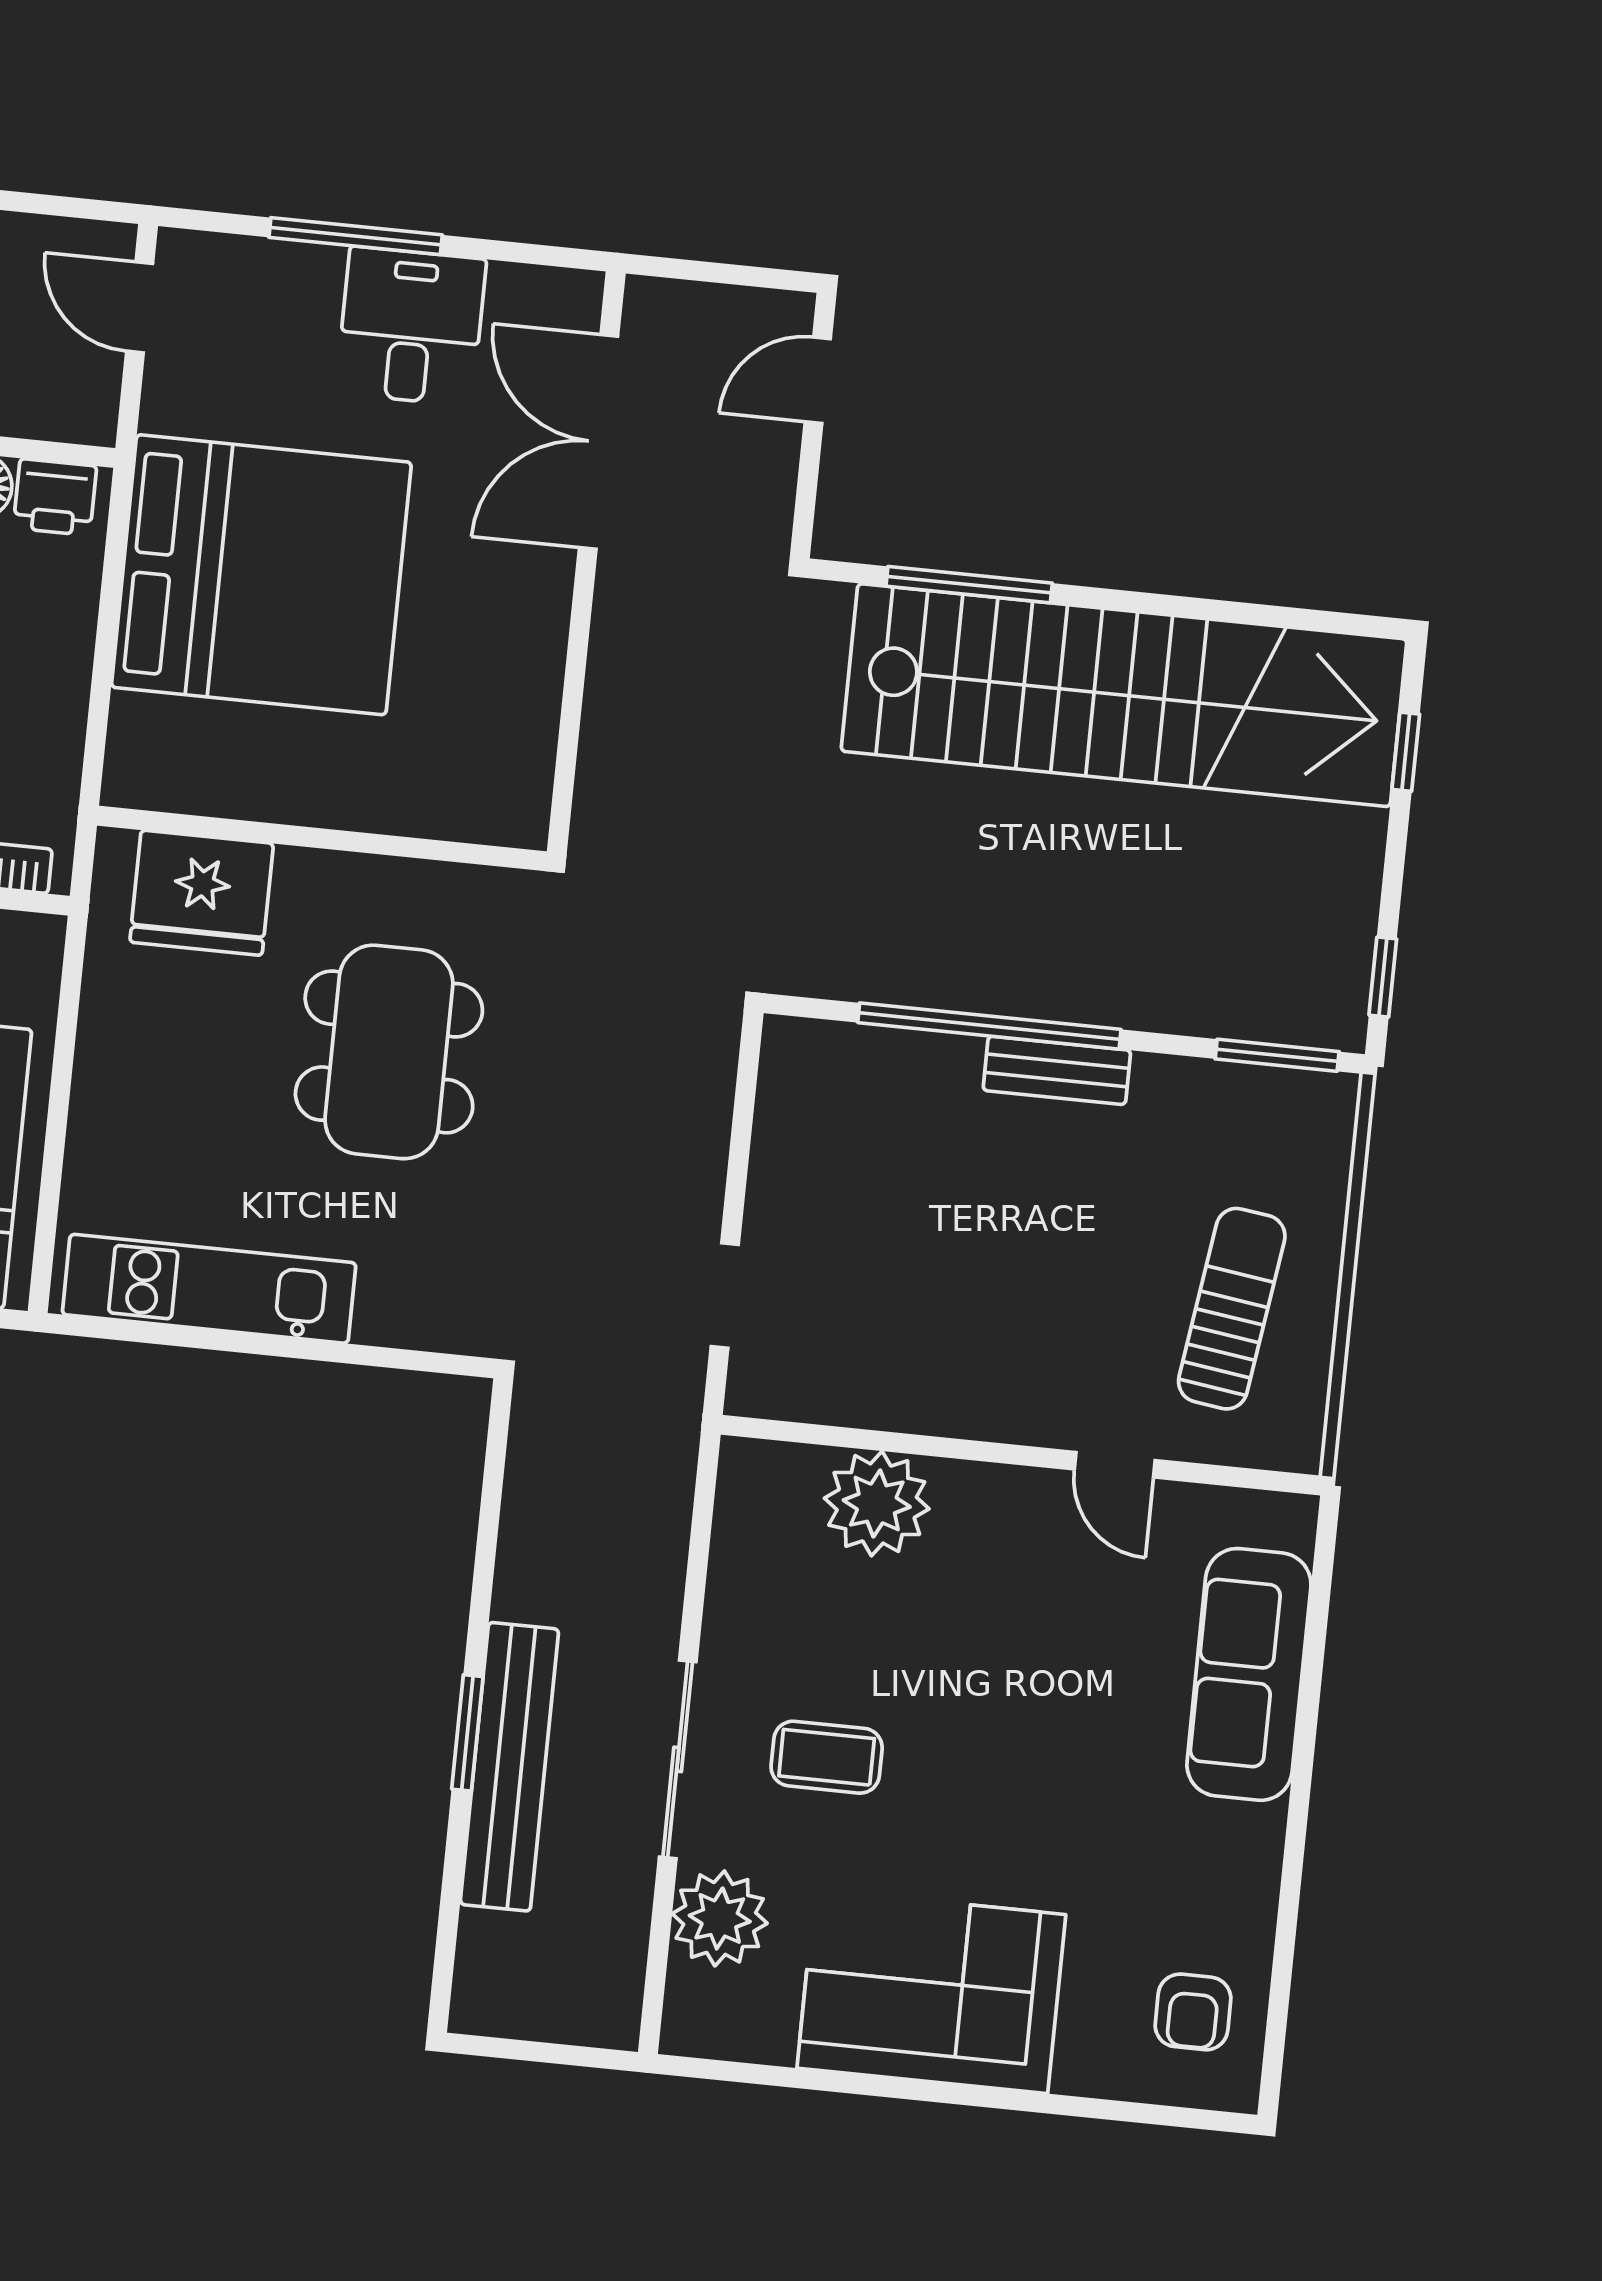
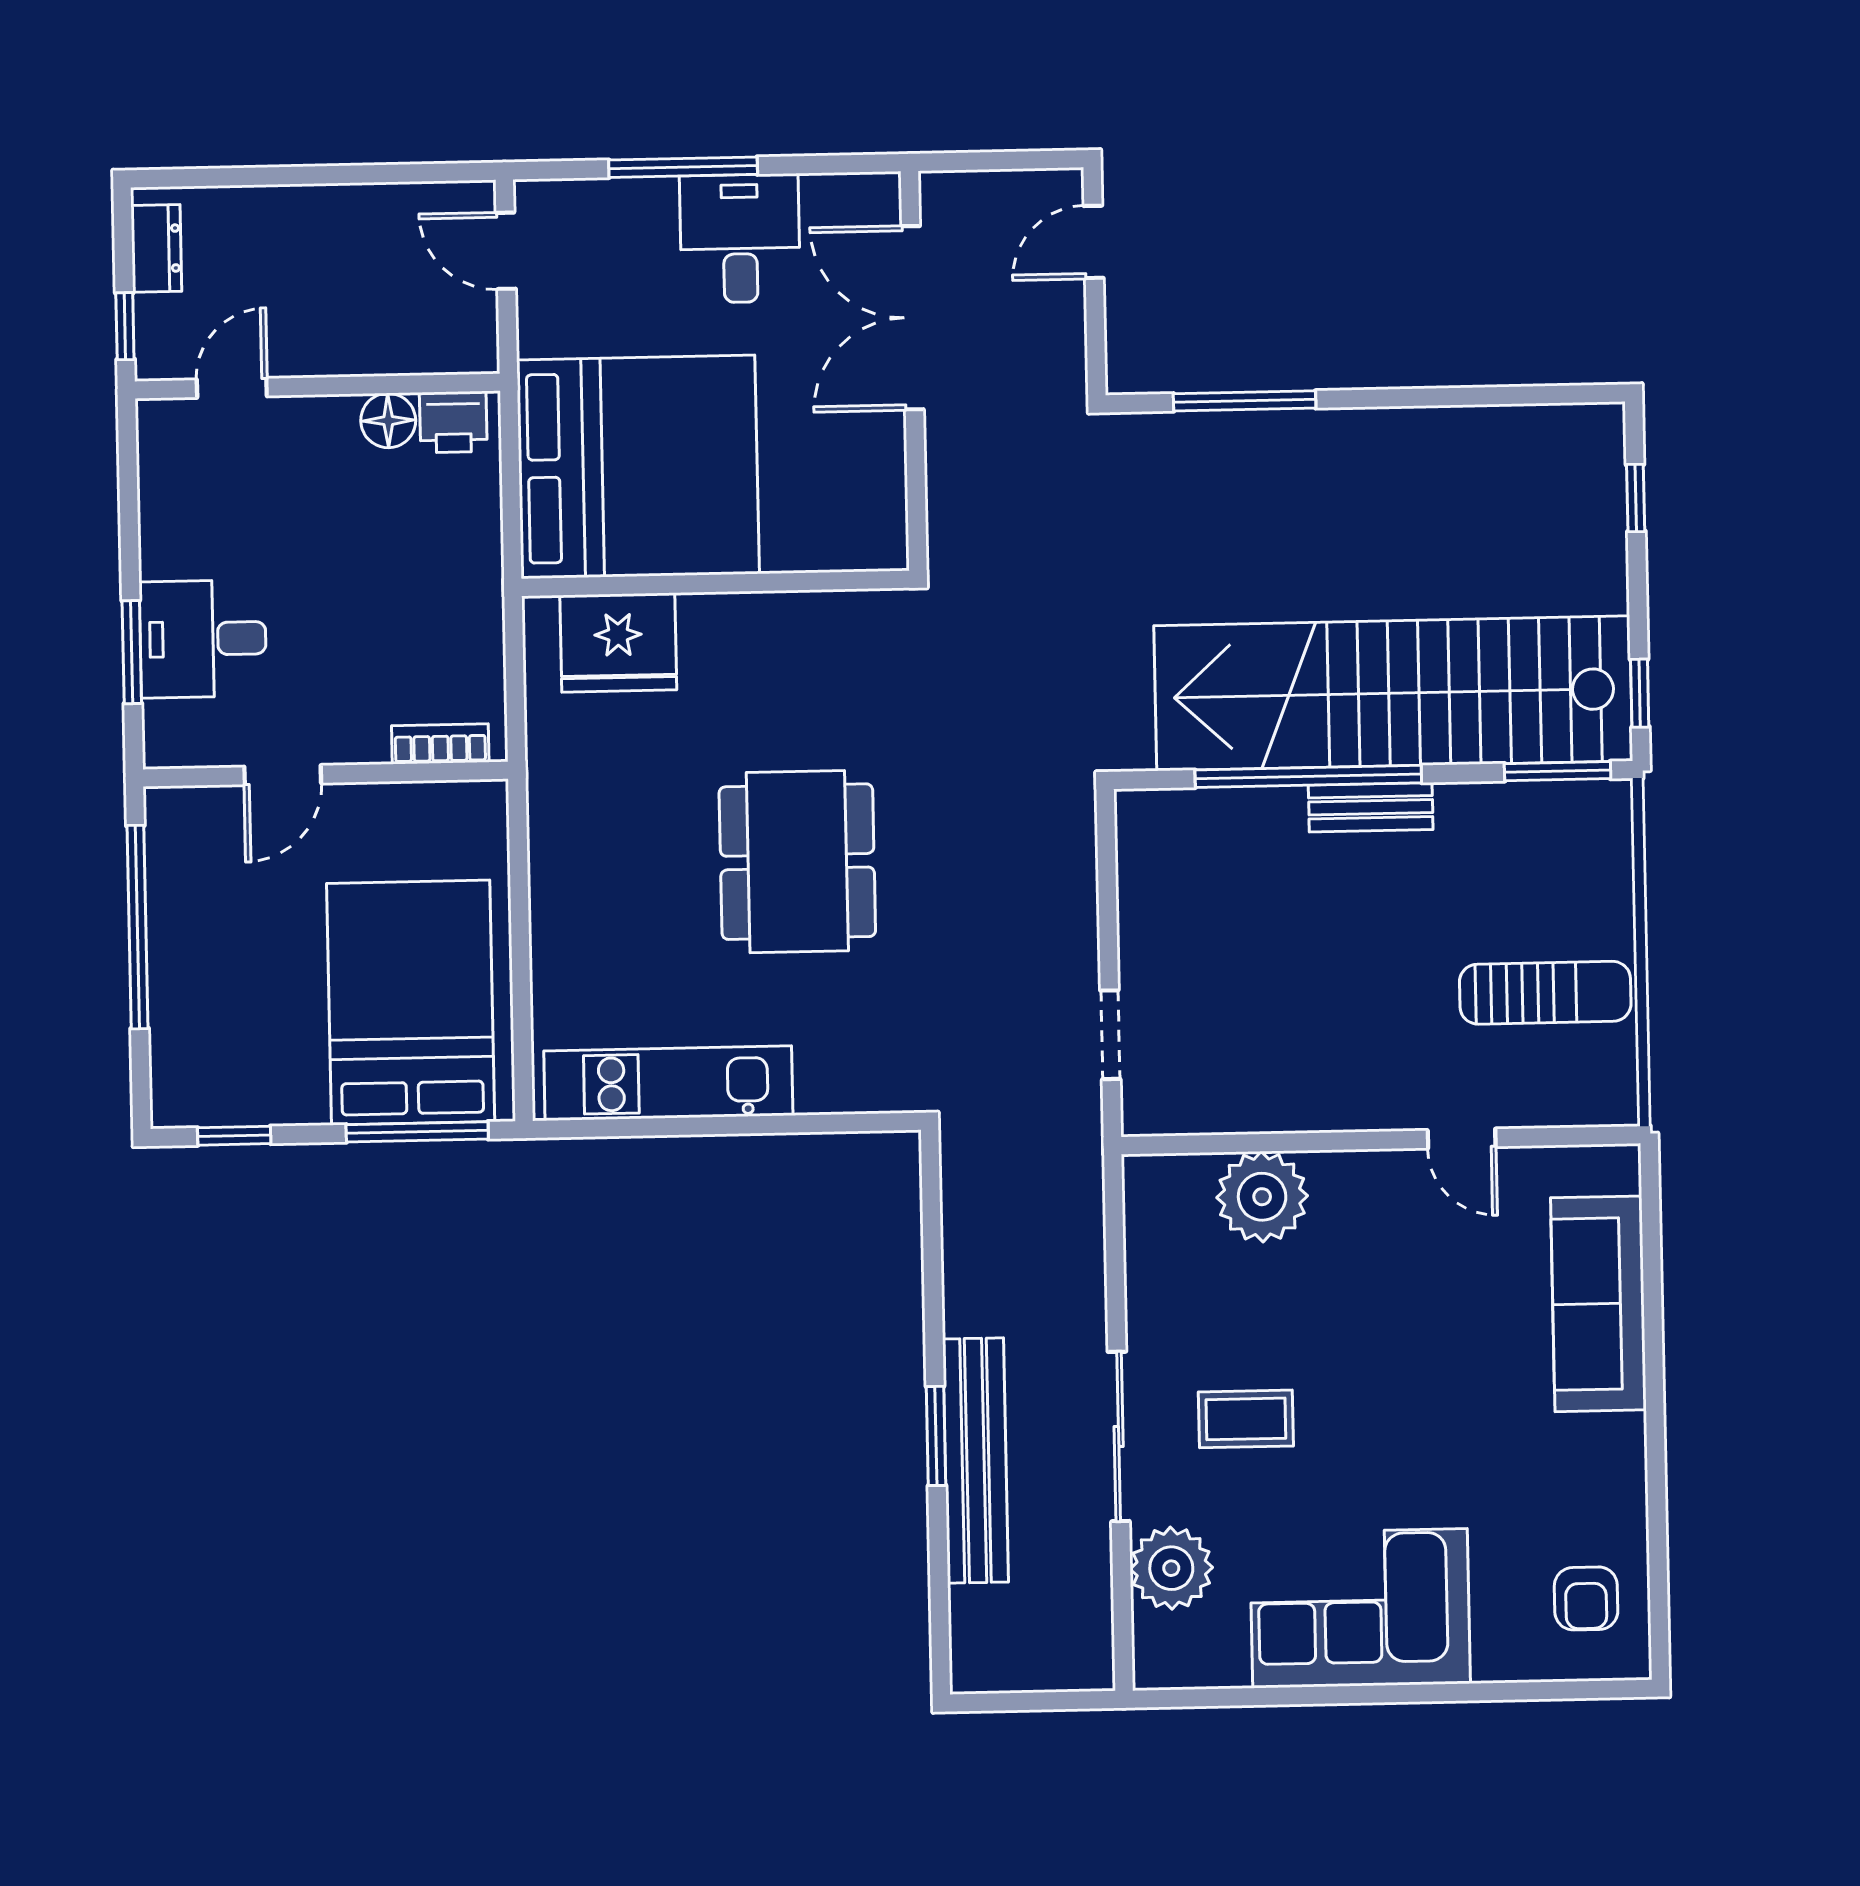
stairs: (1124, 695) -> (1393, 693), moved, turned 180
wall: (322, 838) -> (715, 583), moved
fridge: (202, 893) -> (618, 642), moved
sun lounger: (1232, 1309) -> (1545, 993), turned 82

